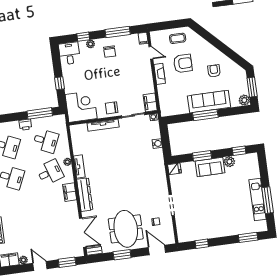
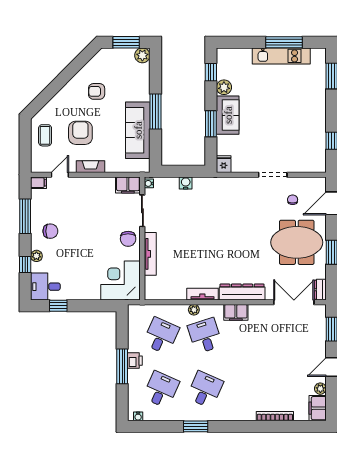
window: (60, 83) -> (58, 306), moved
sofa: (209, 102) -> (138, 130), moved
window: (40, 113) -> (122, 366), moved

